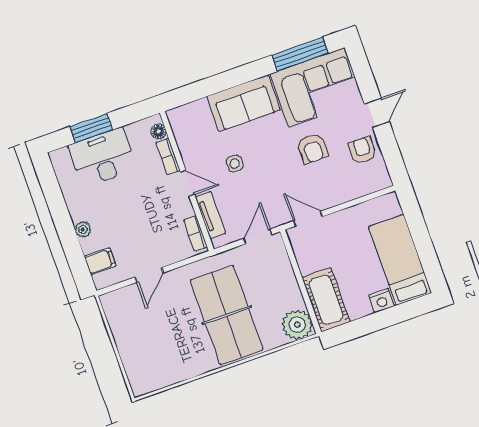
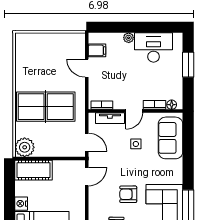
sofa: (244, 103) -> (171, 138), moved
desk: (102, 158) -> (154, 47), moved, turned -90
filing cabinet: (100, 261) -> (97, 50), moved, turned -90

